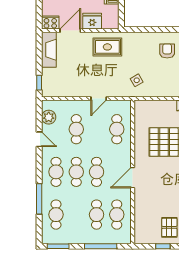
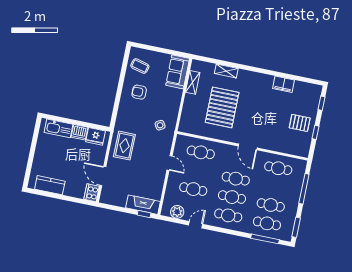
fridge: (92, 21) -> (96, 136), moved, turned -90
fireplace: (49, 50) -> (143, 205), moved
window: (39, 199) -> (265, 239), moved
cafe table: (97, 215) -> (271, 205), moved

